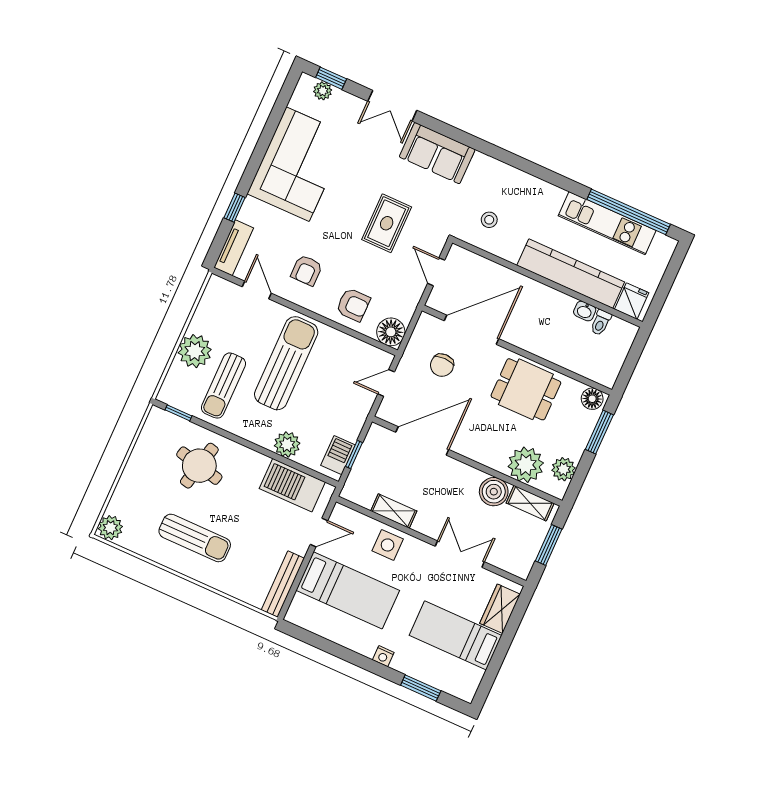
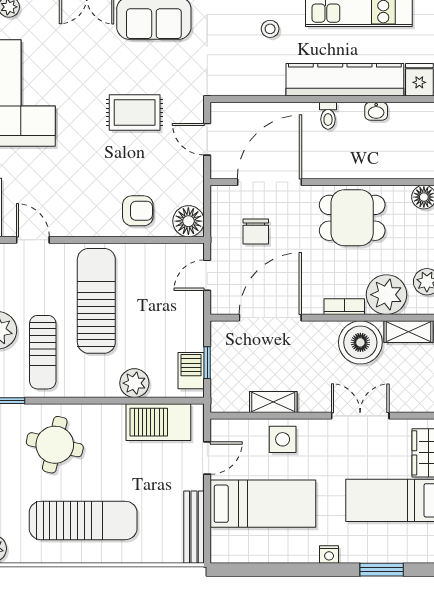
stool: (489, 220) -> (270, 29), moved
rug: (387, 223) -> (135, 113), turned 90
armchair: (307, 270) -> (75, 197), removed
toilet: (601, 323) -> (328, 116), moved
bookcase: (487, 459) -> (344, 307), added
boiler: (494, 492) -> (360, 342), width x1.37, depth x1.37
sun lounger: (195, 538) -> (83, 520), width x1.36, depth x1.34

